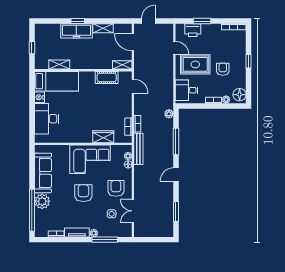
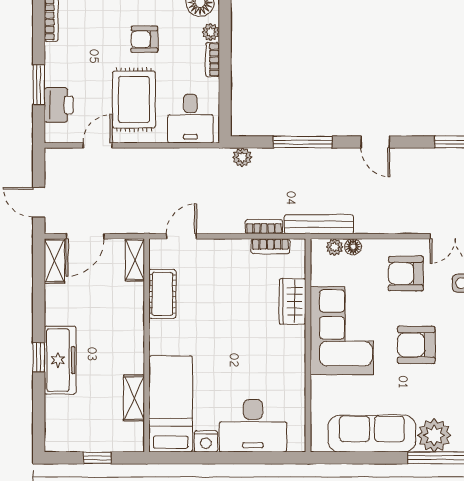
shelving: (103, 28) -> (54, 261), moved

